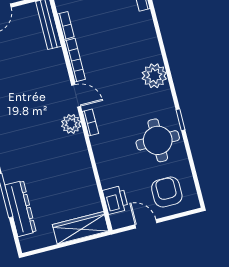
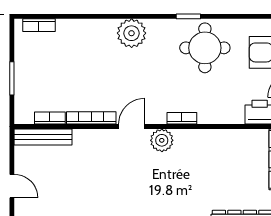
bookcase: (90, 123) -> (182, 118), moved

